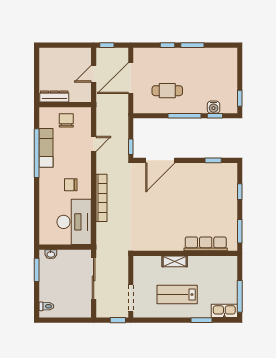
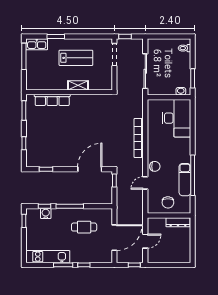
kitchen unit: (211, 55) -> (48, 257), added
chair: (71, 185) -> (155, 166), moved
desk: (74, 222) -> (176, 118), moved, turned 180

